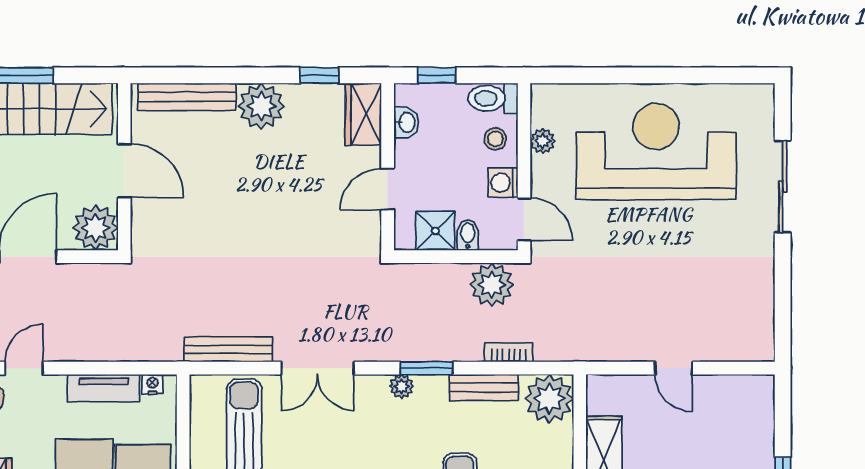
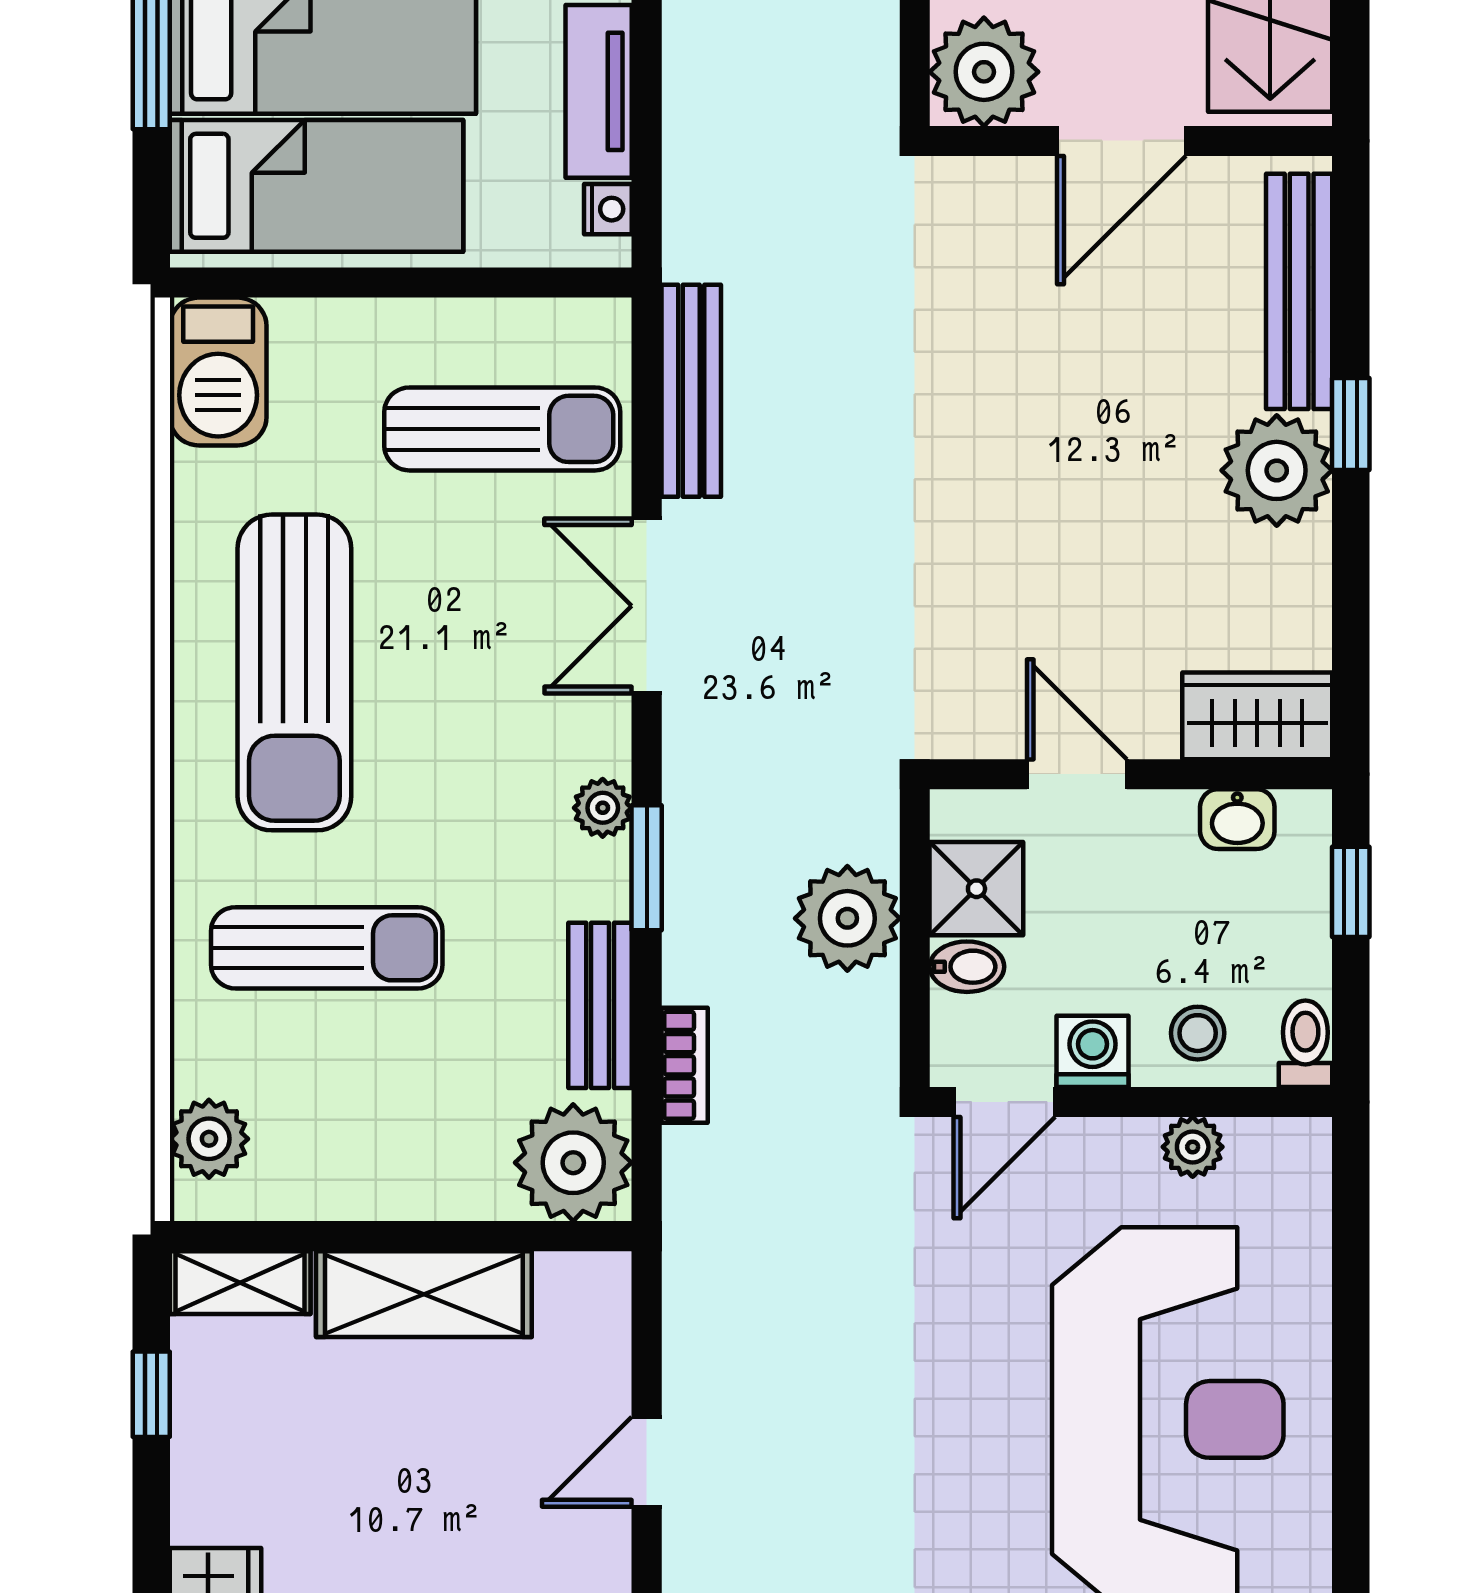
window: (319, 75) -> (1351, 424), moved
toilet: (493, 98) -> (1305, 1044), width x0.73, depth x0.72
plant: (492, 285) -> (847, 918), moved

